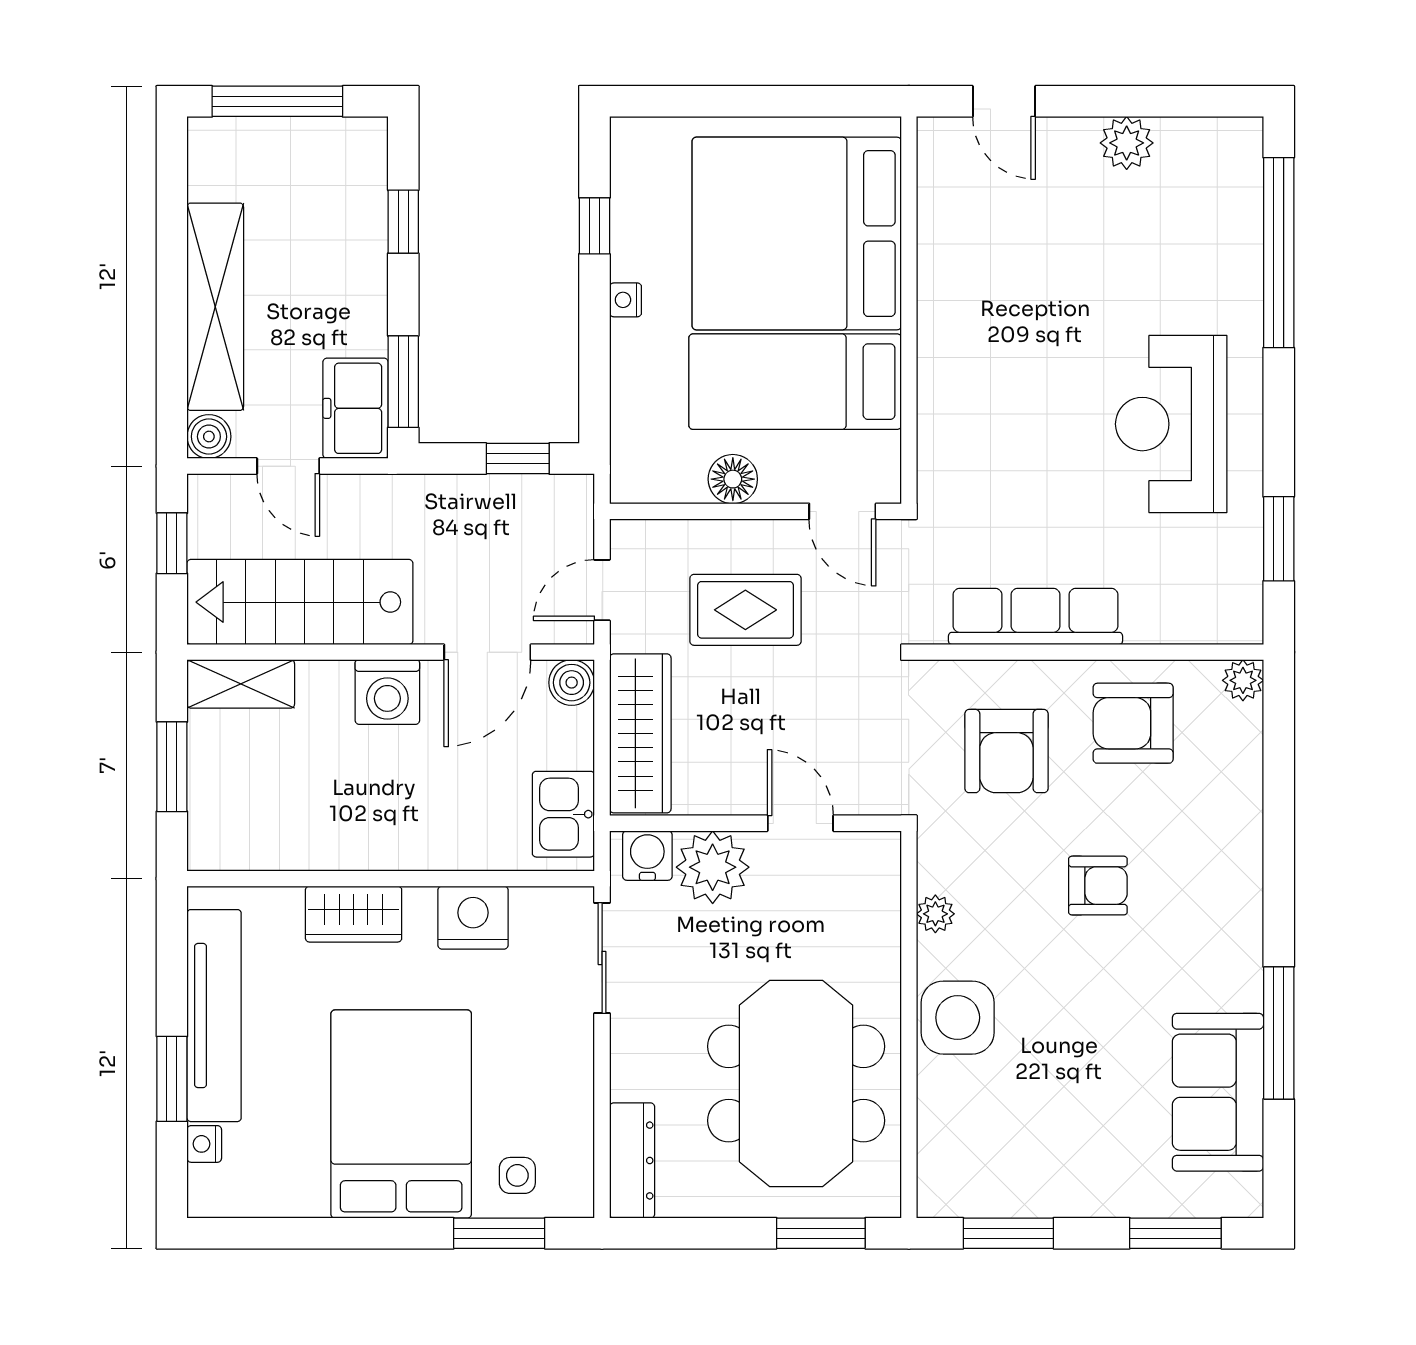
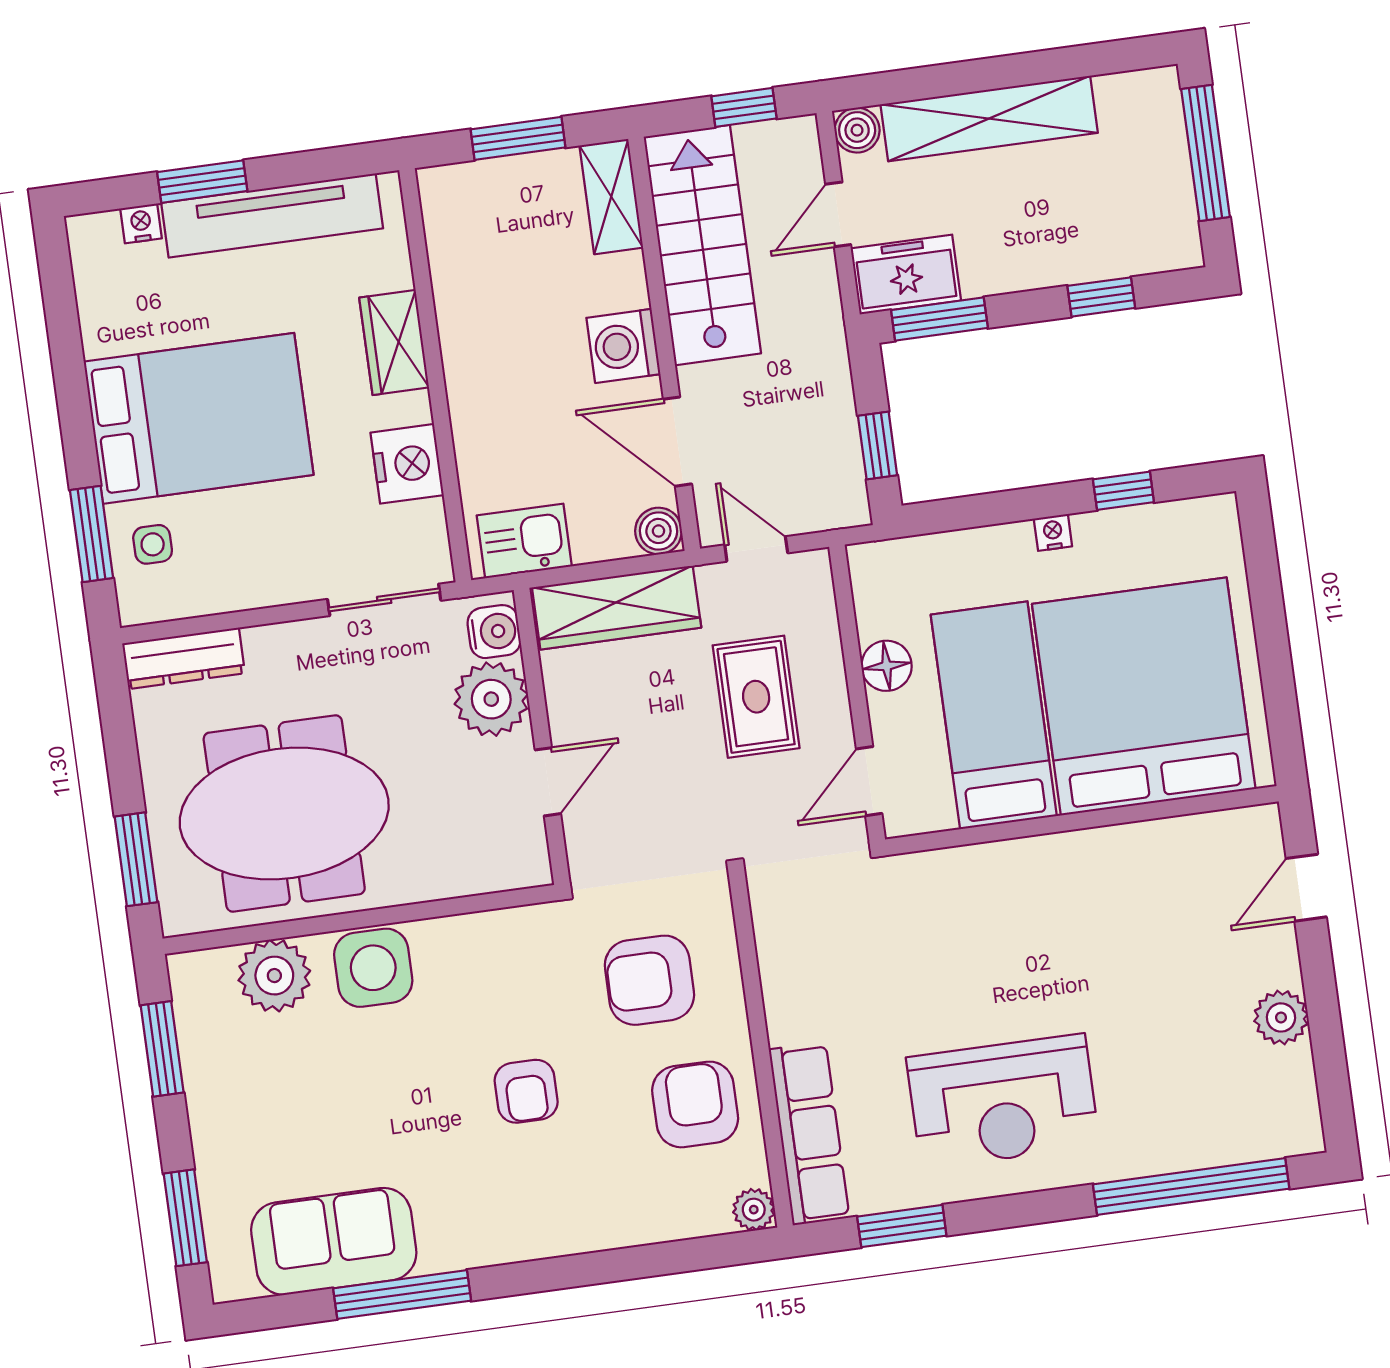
reception desk: (1171, 424) -> (1003, 1101), turned 180
row of seats: (1035, 616) -> (809, 1134), moved
plant: (935, 914) -> (274, 976), moved, width x1.88, depth x1.88

